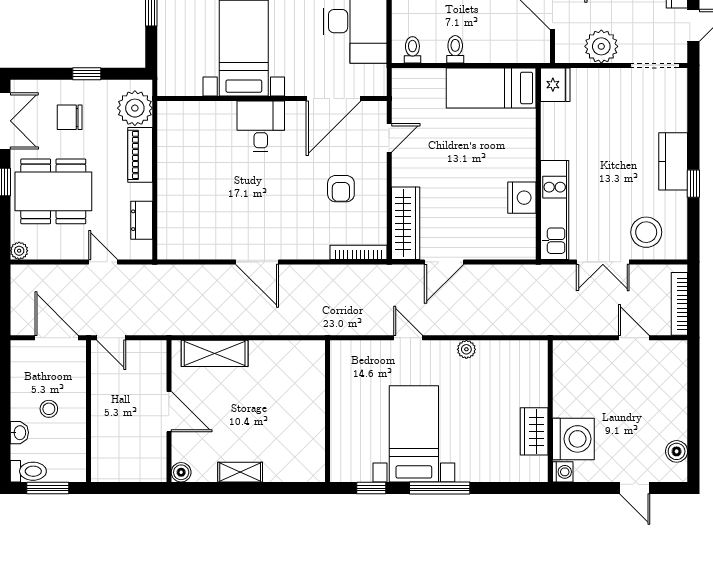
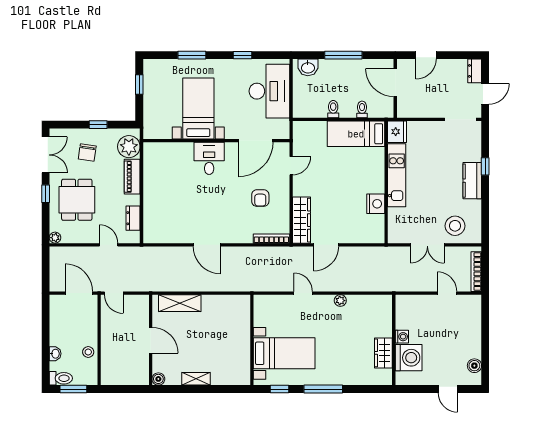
plant: (601, 46) -> (426, 107), removed
toilet: (412, 50) -> (362, 109), moved
chair: (70, 117) -> (87, 153), turned -82
window: (693, 184) -> (485, 166), moved
dining table: (53, 191) -> (77, 200), width x0.73
kitchen unit: (555, 210) -> (397, 175), moved
stool: (49, 409) -> (88, 352), moved
bed with nightstands: (414, 434) -> (284, 353), moved, turned 90
washing machine: (563, 472) -> (402, 337), moved

